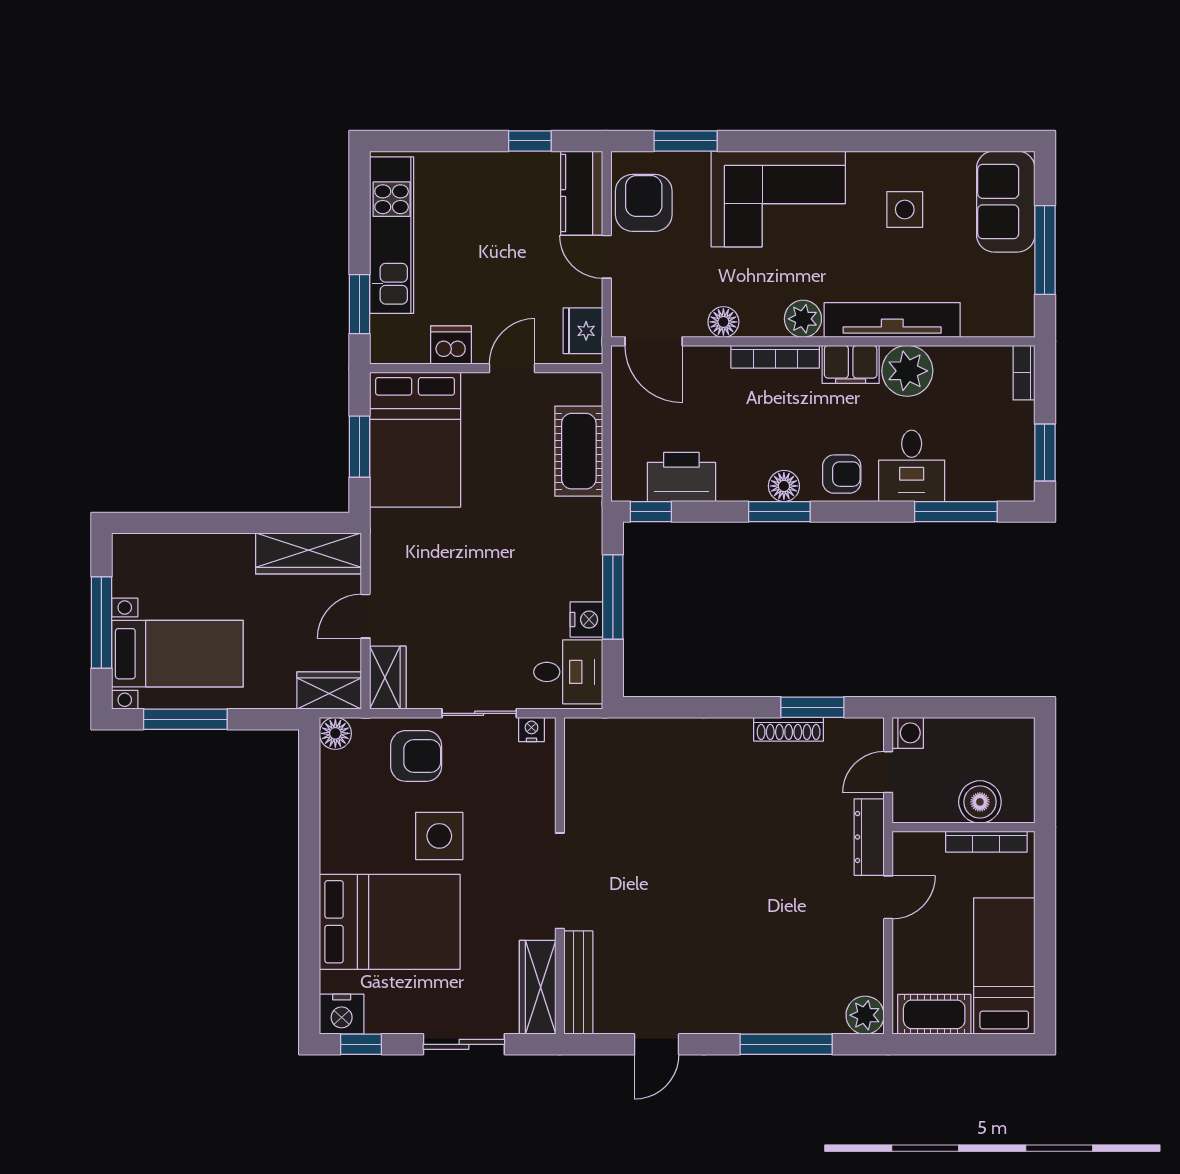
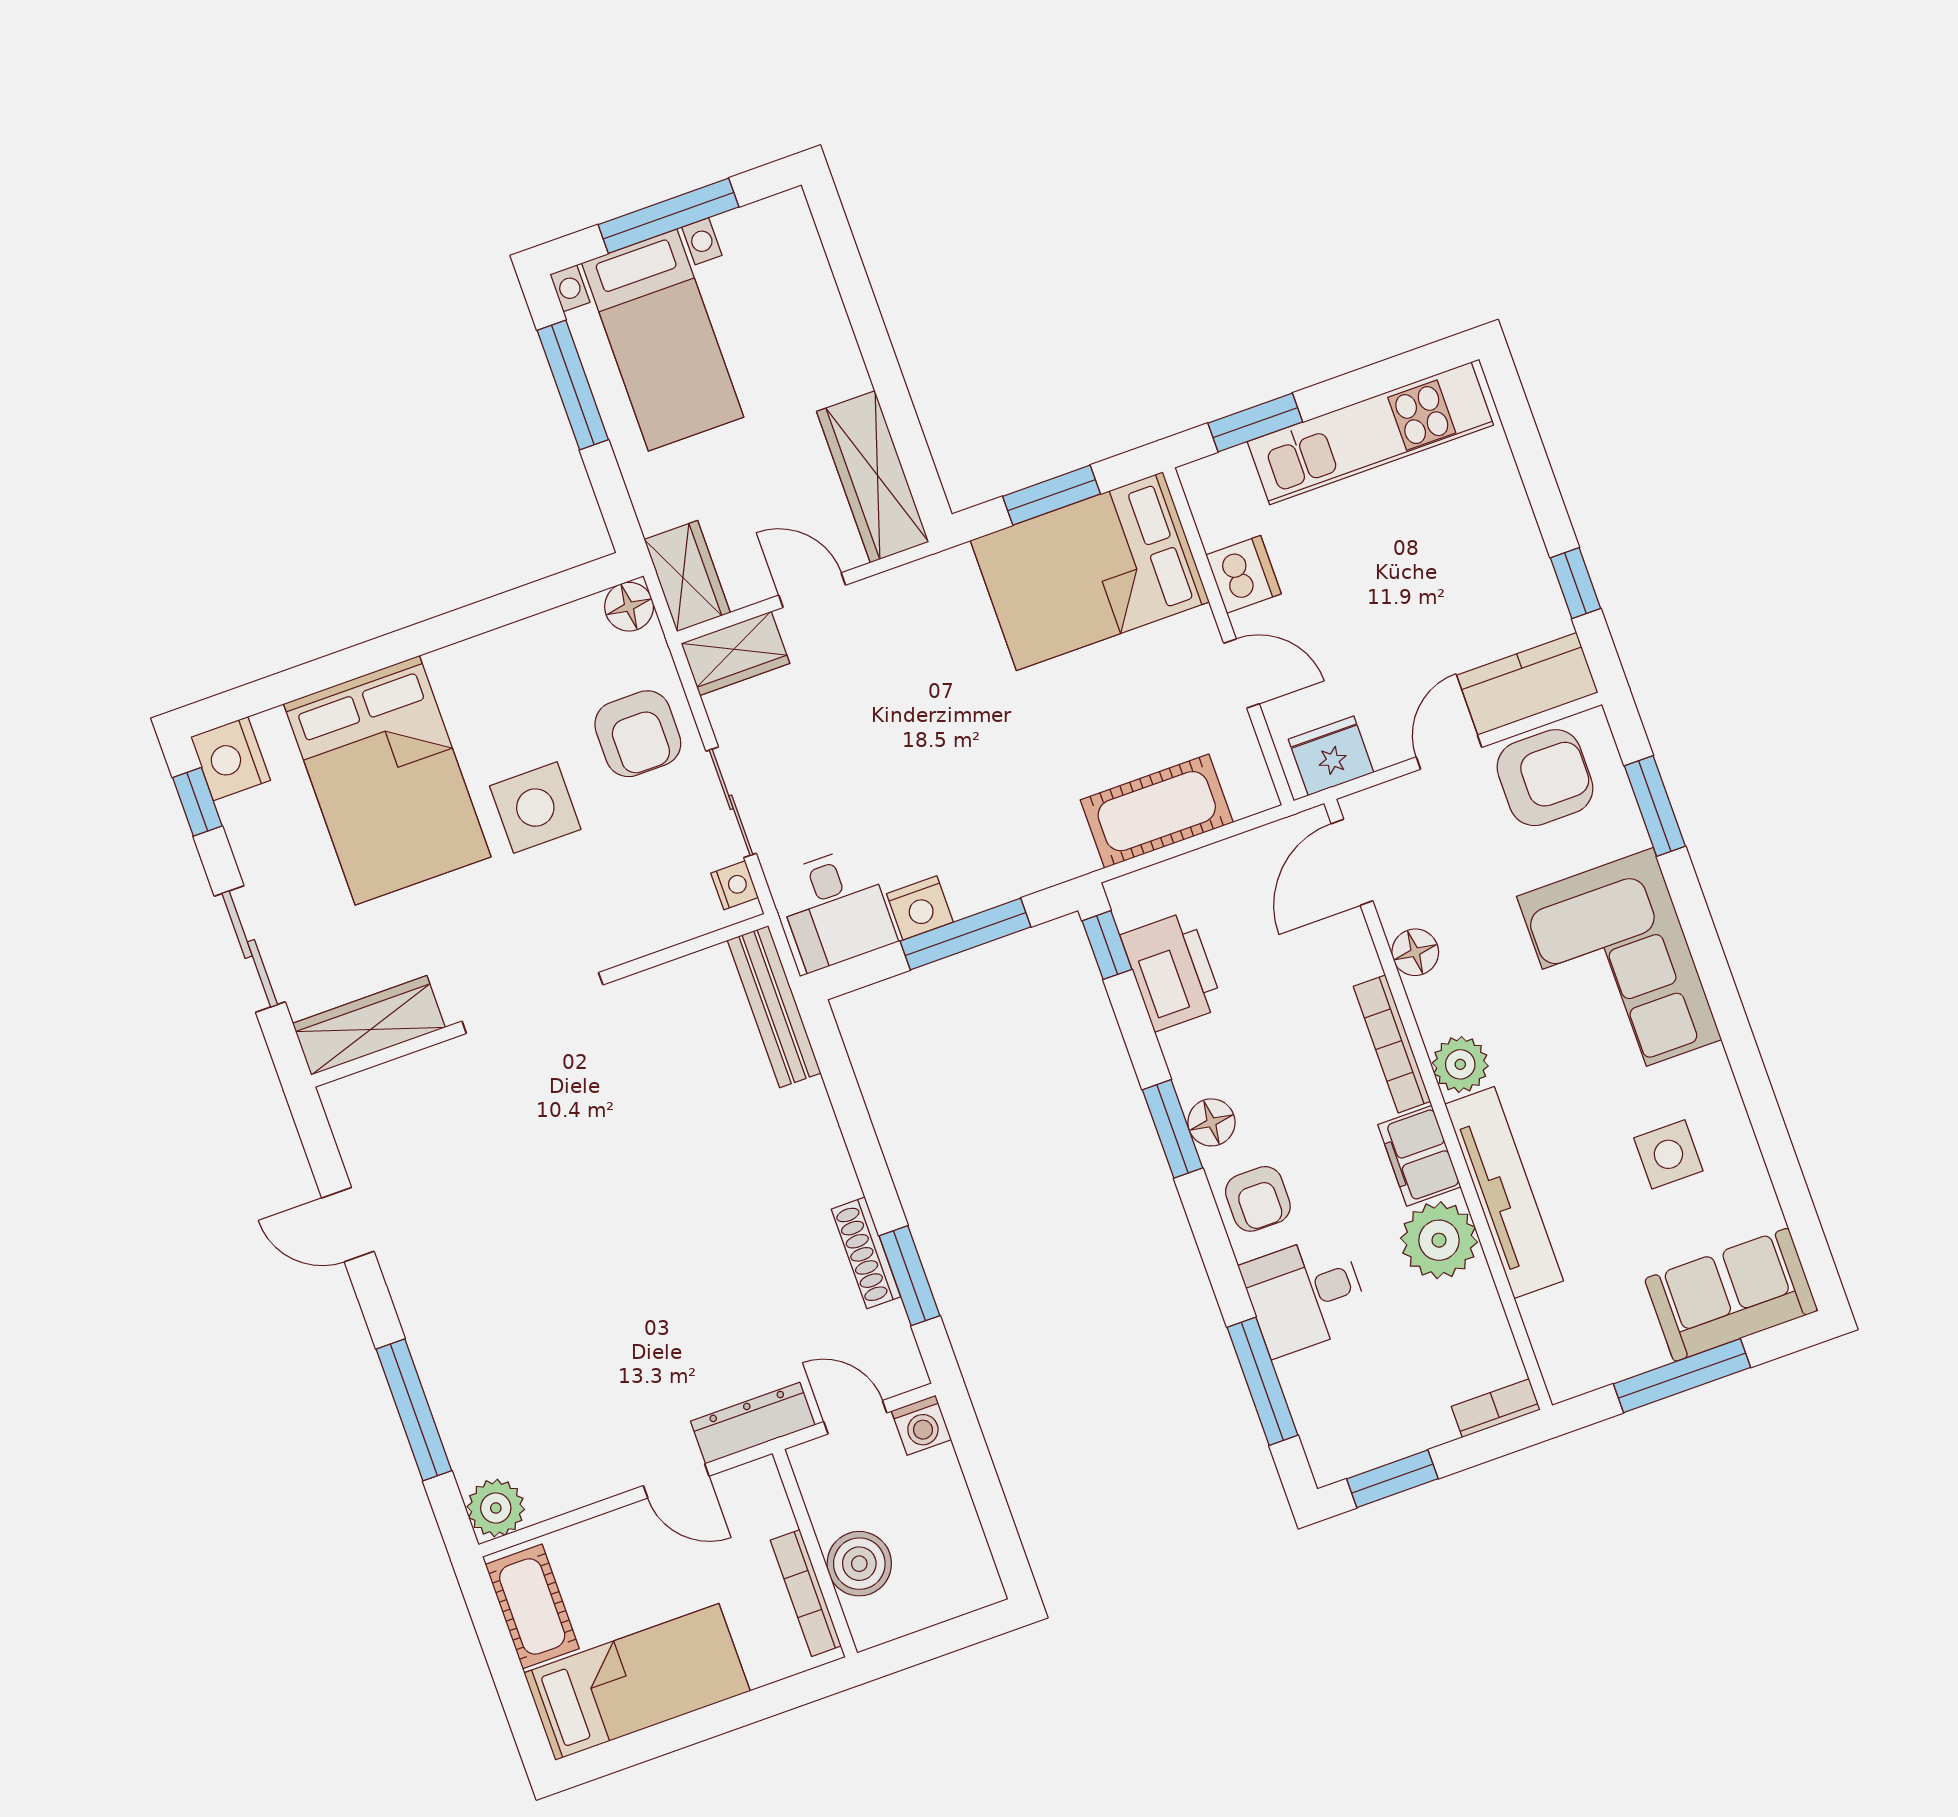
bench: (578, 983) -> (774, 1007), moved, turned 90

